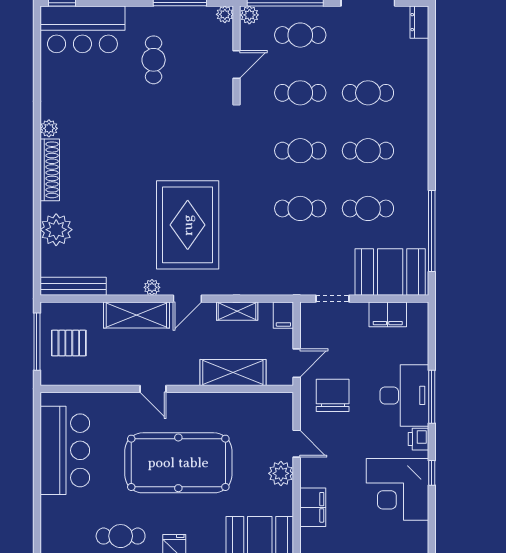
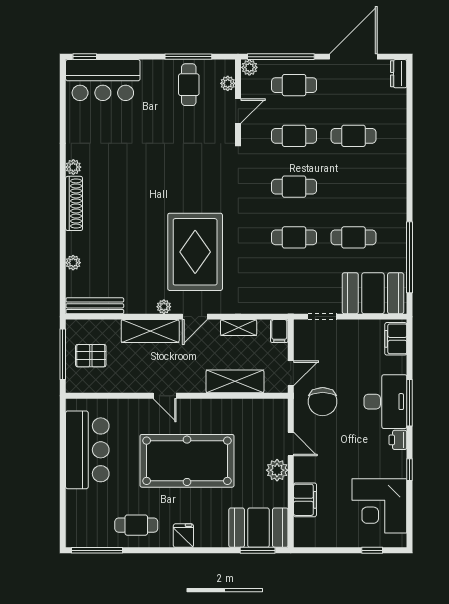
plant: (225, 14) -> (228, 83), moved
cafe table: (154, 60) -> (189, 85), moved
cafe table: (368, 151) -> (354, 187), removed
plant: (56, 230) -> (73, 263), width x0.53, depth x0.53
filing cabinet: (388, 314) -> (396, 339), moved, turned 90
chair: (333, 395) -> (323, 402), turned 180
corner desk: (397, 489) -> (379, 506), moved

